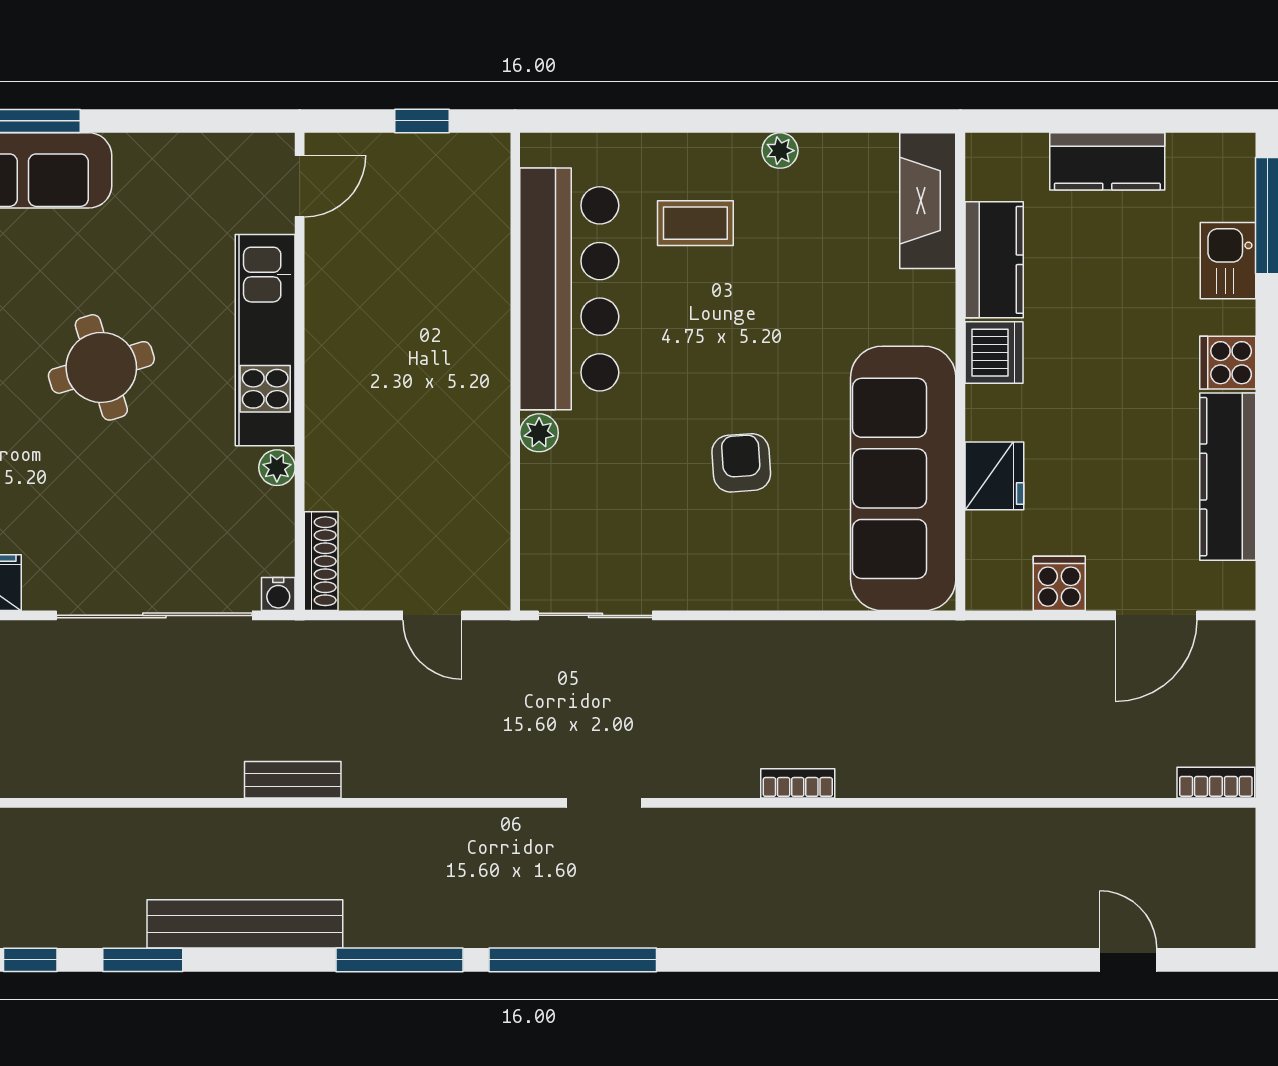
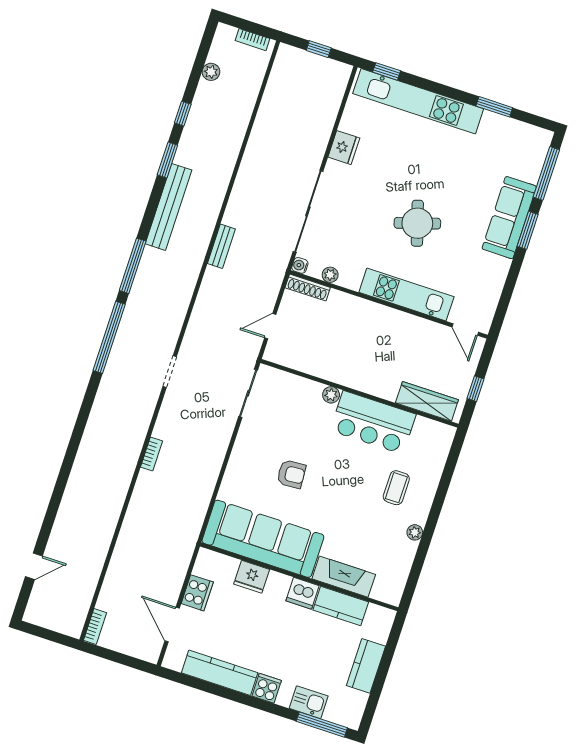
fireplace: (928, 201) -> (344, 577), moved
wardrobe: (484, 218) -> (427, 401), added
bar counter: (569, 289) -> (373, 422), width x0.73
plant: (277, 468) -> (330, 275), moved
cooker: (1059, 583) -> (197, 593), width x1.36

